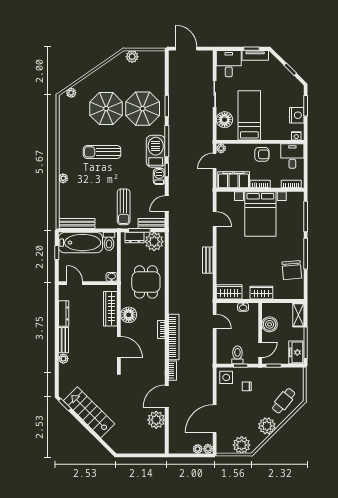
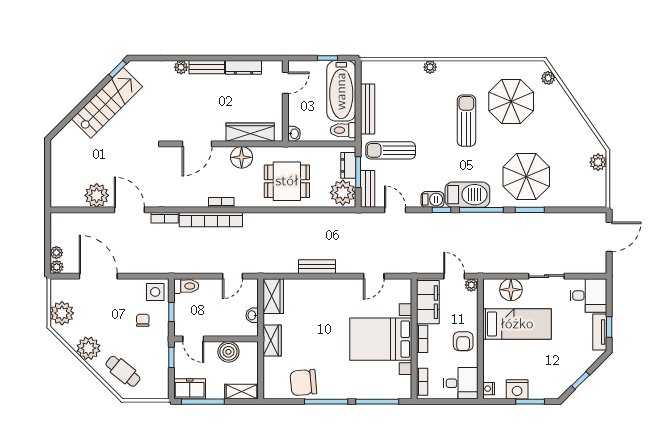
parasol: (106, 109) -> (511, 101), moved
bench: (77, 224) -> (368, 109), moved
toilet: (237, 355) -> (186, 286), moved

